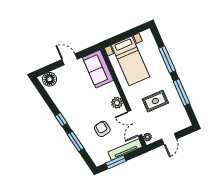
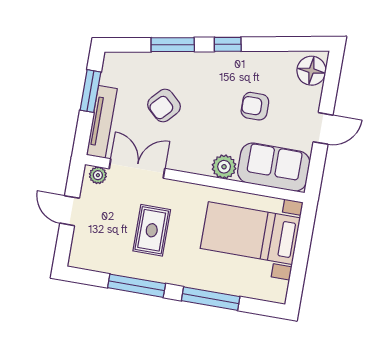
armchair: (79, 92) -> (255, 106), added
plant: (117, 103) -> (224, 167), moved
armchair: (102, 129) -> (164, 106), turned 142

